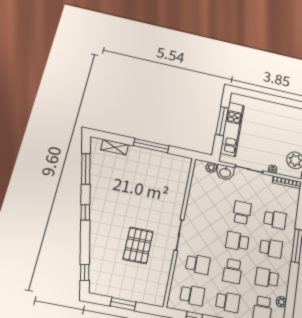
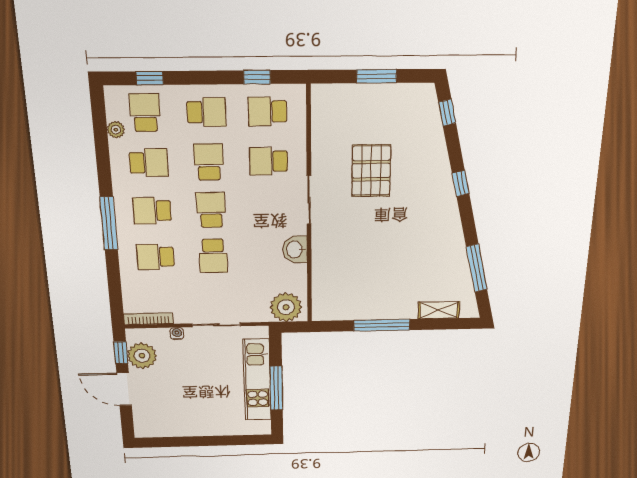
plant: (211, 167) -> (286, 307), width x1.87, depth x1.87
washbasin: (225, 172) -> (295, 249), moved, turned -90
window: (85, 212) -> (461, 183), moved
school desk: (237, 241) -> (211, 210), turned -90
school desk: (228, 302) -> (206, 112), turned 180

